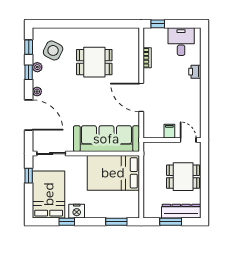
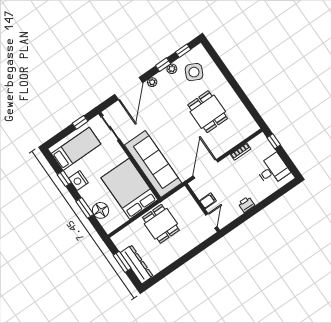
printer: (195, 72) -> (246, 204), moved
filing cabinet: (169, 131) -> (208, 201), moved
wall: (172, 140) -> (202, 208), moved
door: (188, 140) -> (211, 221), moved
dining table: (183, 177) -> (161, 224), moved
bed: (49, 194) -> (76, 149), width x0.67
floor lamp: (115, 210) -> (101, 210), added
window: (116, 222) -> (85, 208), moved

